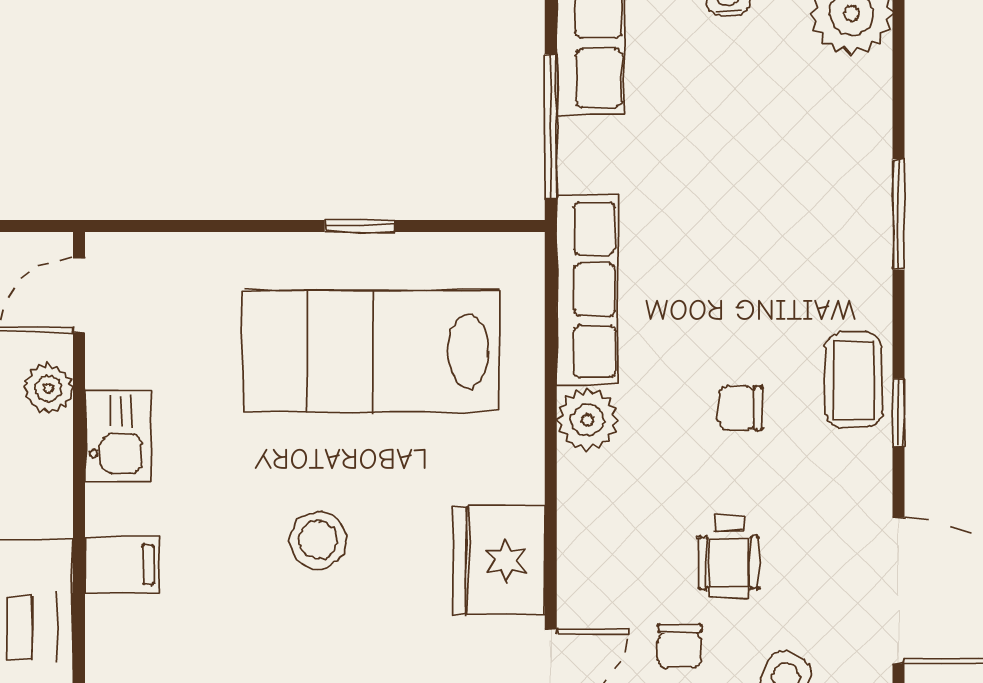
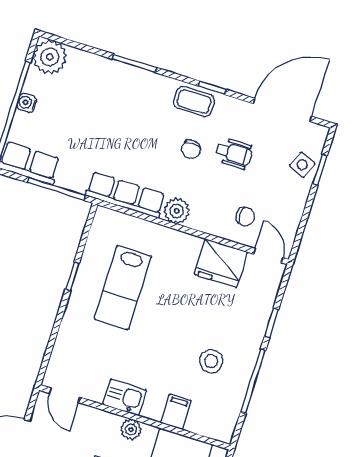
lab bench: (371, 351) -> (123, 288), width x0.73, depth x0.72
plant: (48, 388) -> (131, 429), moved
stool: (318, 540) -> (211, 361), moved
wheelchair: (729, 556) -> (234, 153), moved
chair: (679, 646) -> (245, 216), moved

